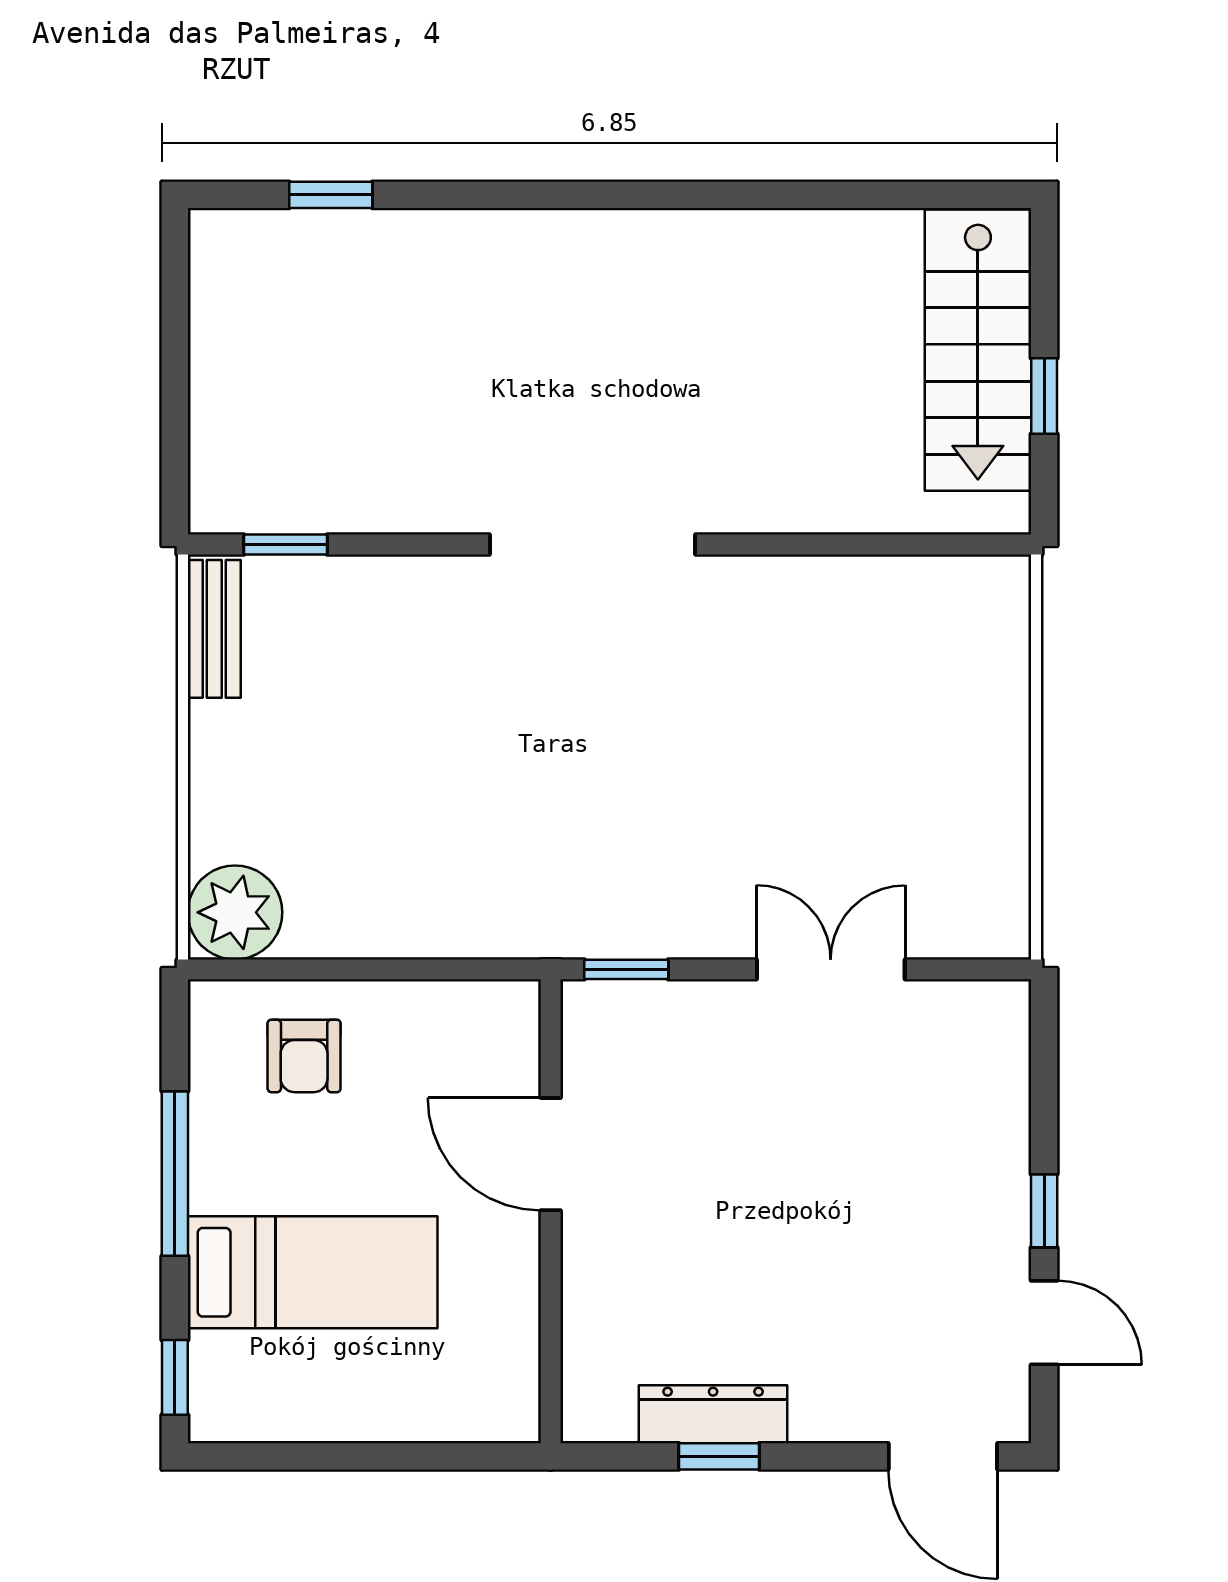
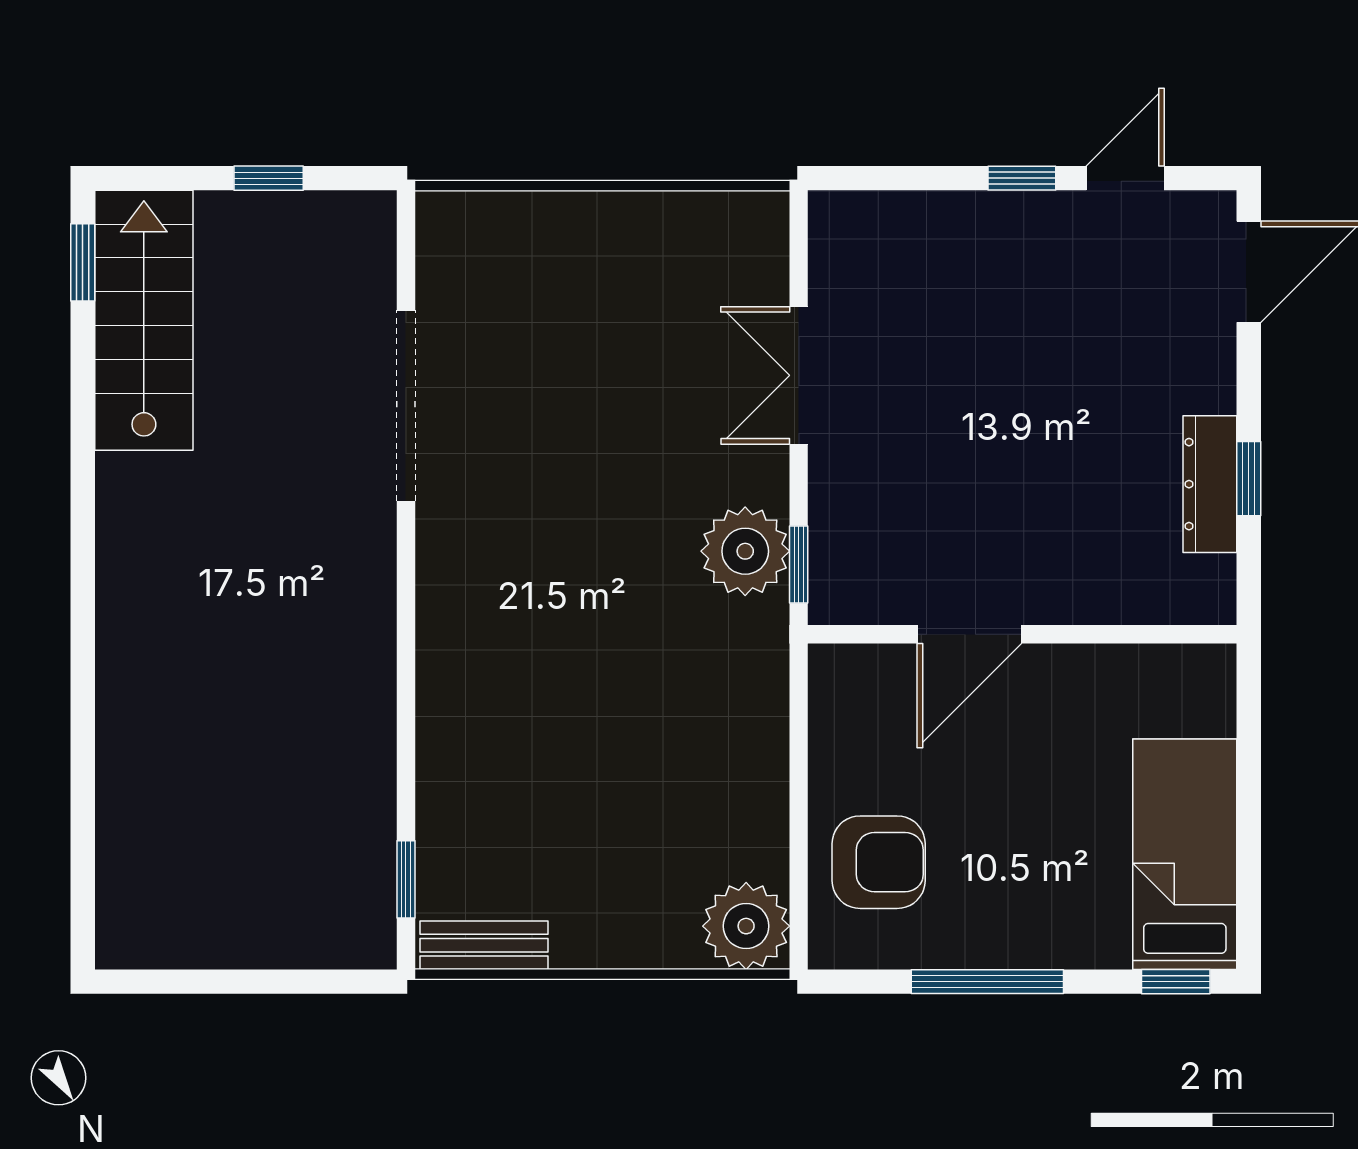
window: (331, 195) -> (83, 262), moved
stairs: (978, 350) -> (144, 320), moved, turned -90
doorway: (592, 545) -> (406, 406), moved
plant: (640, 912) -> (745, 551), added
armchair: (304, 1056) -> (879, 862), width x1.38, depth x1.38
bed: (313, 1272) -> (1185, 854), moved

